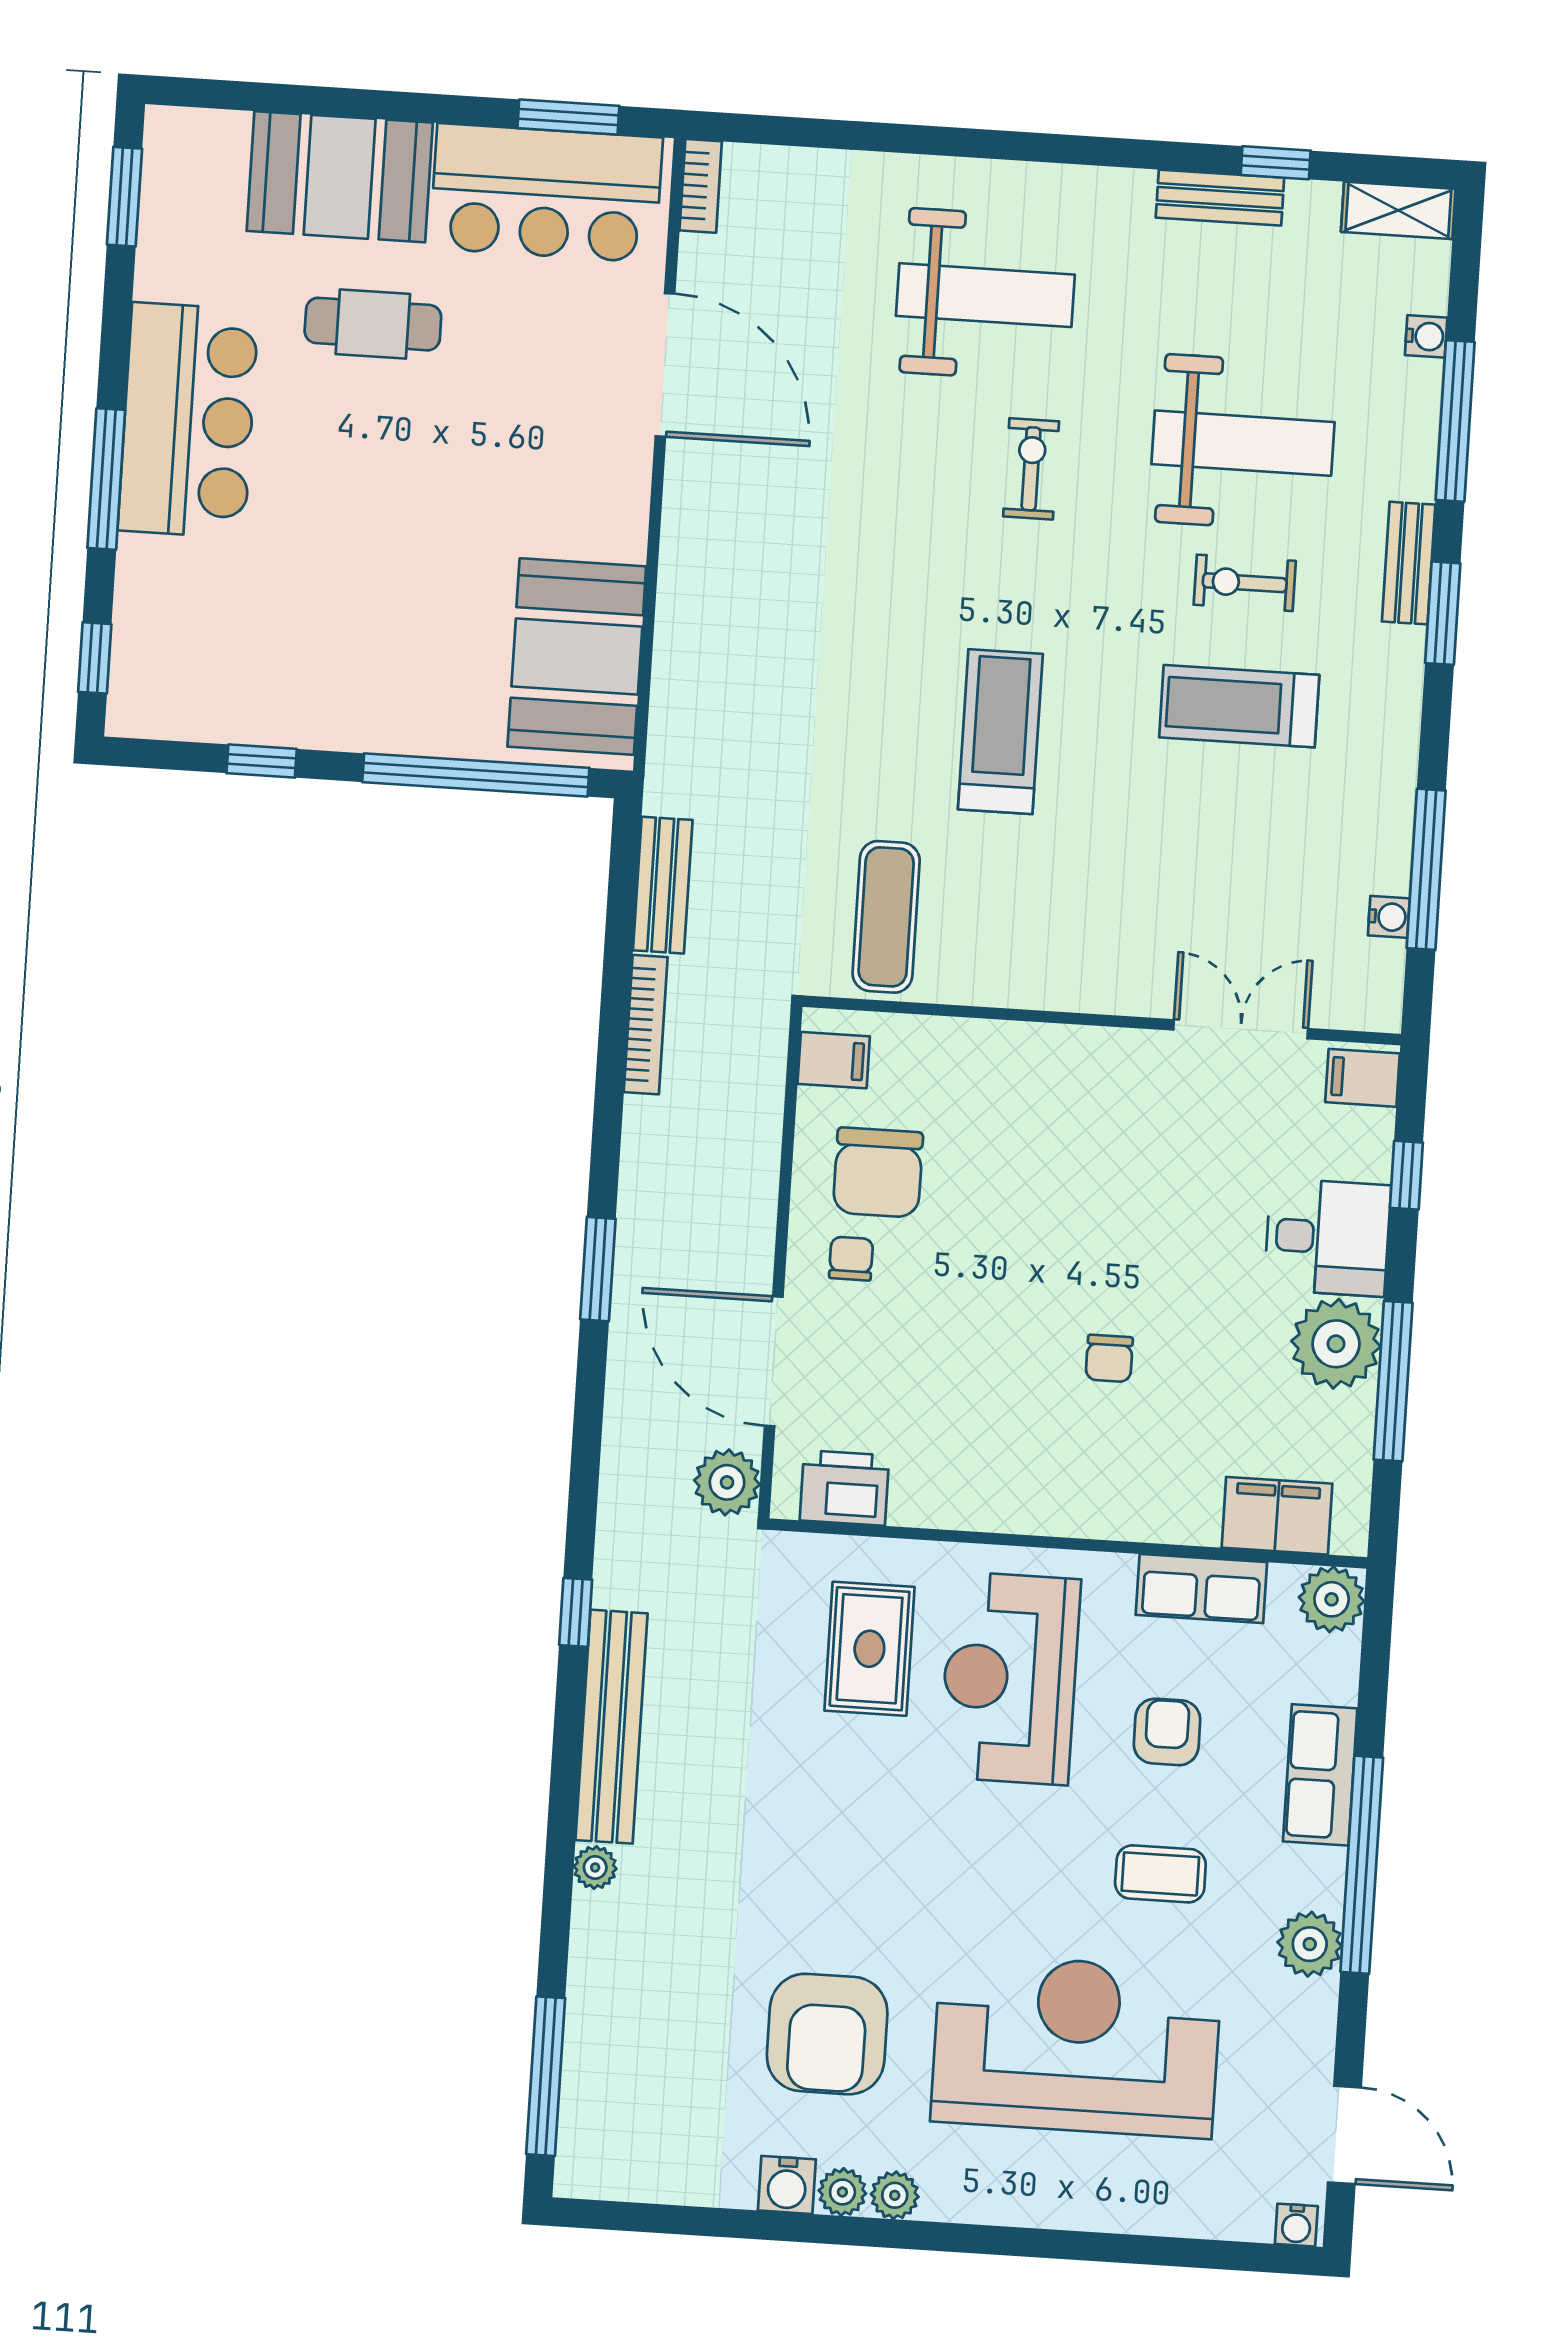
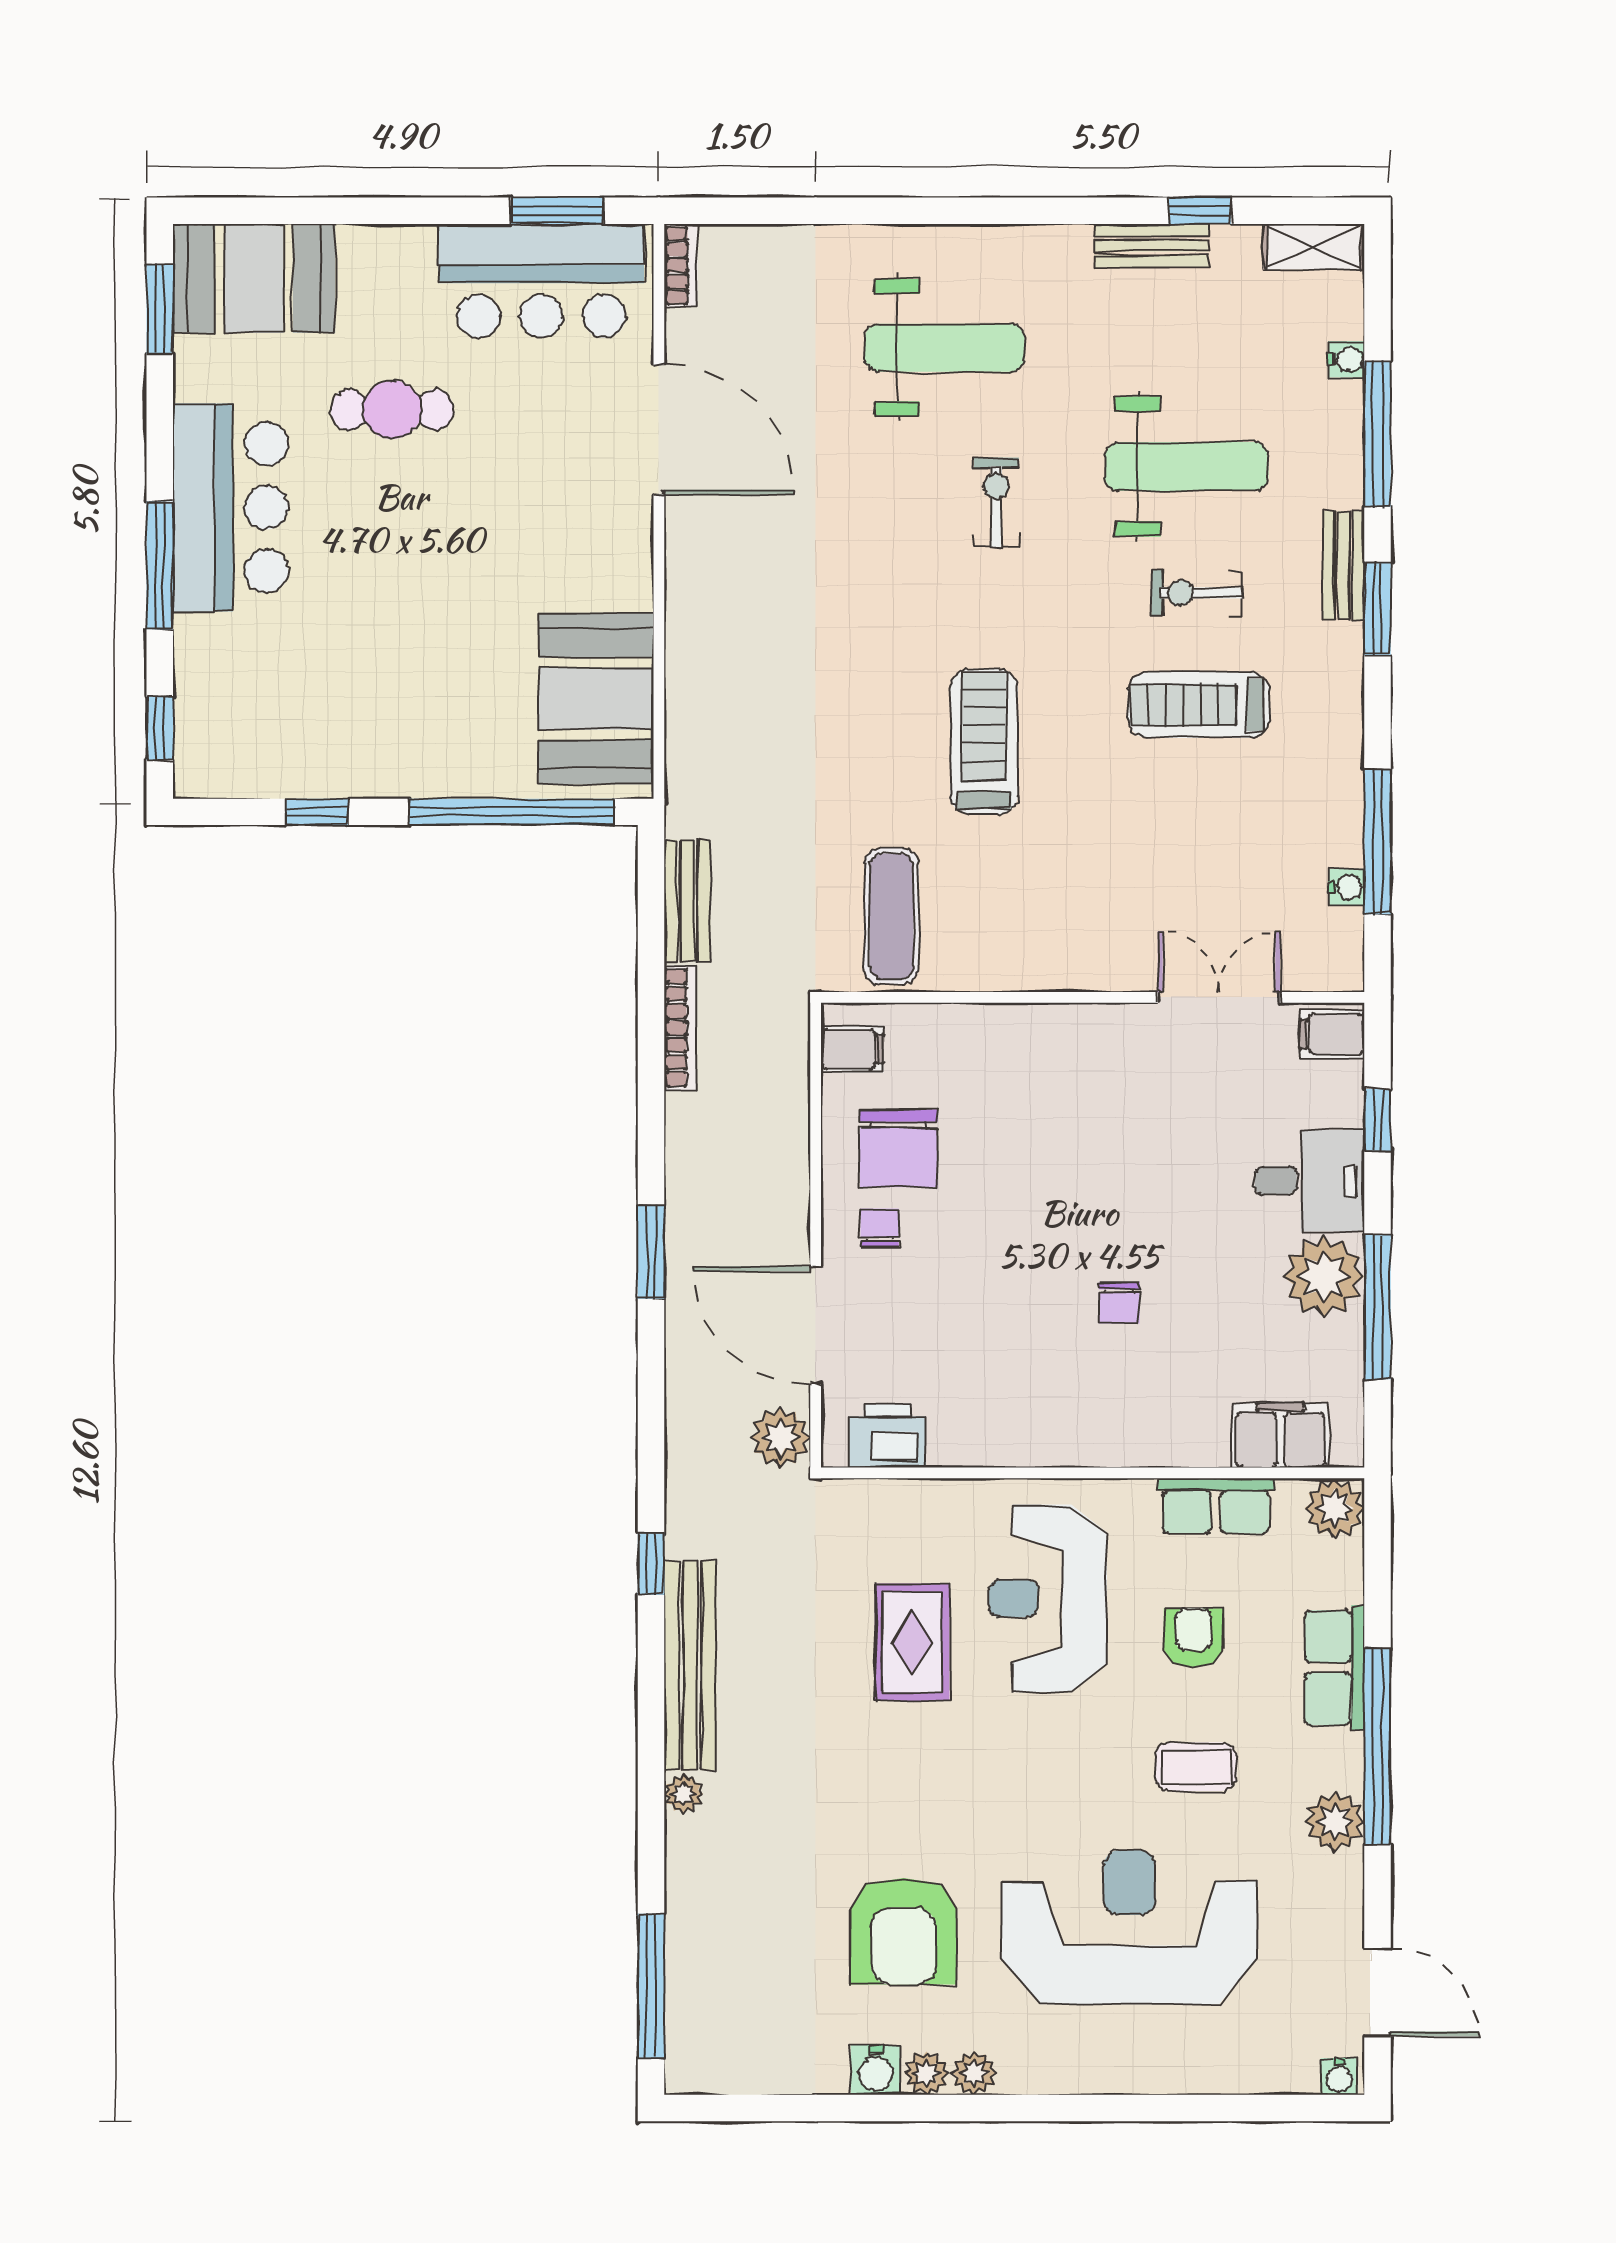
booth: (340, 177) -> (254, 278), moved
rug: (869, 1649) -> (912, 1642), moved

